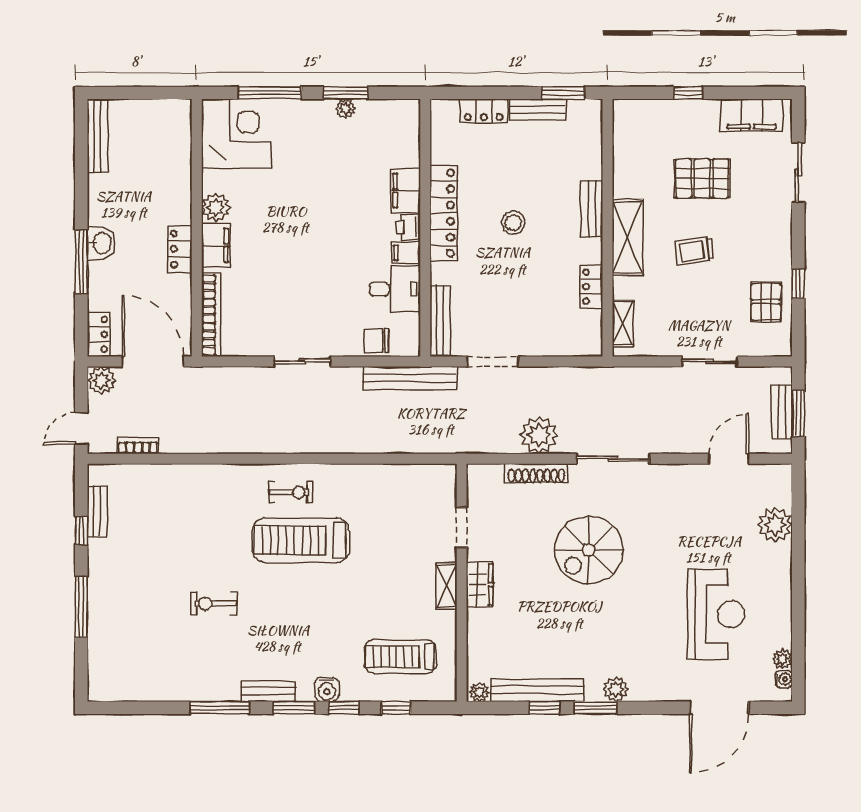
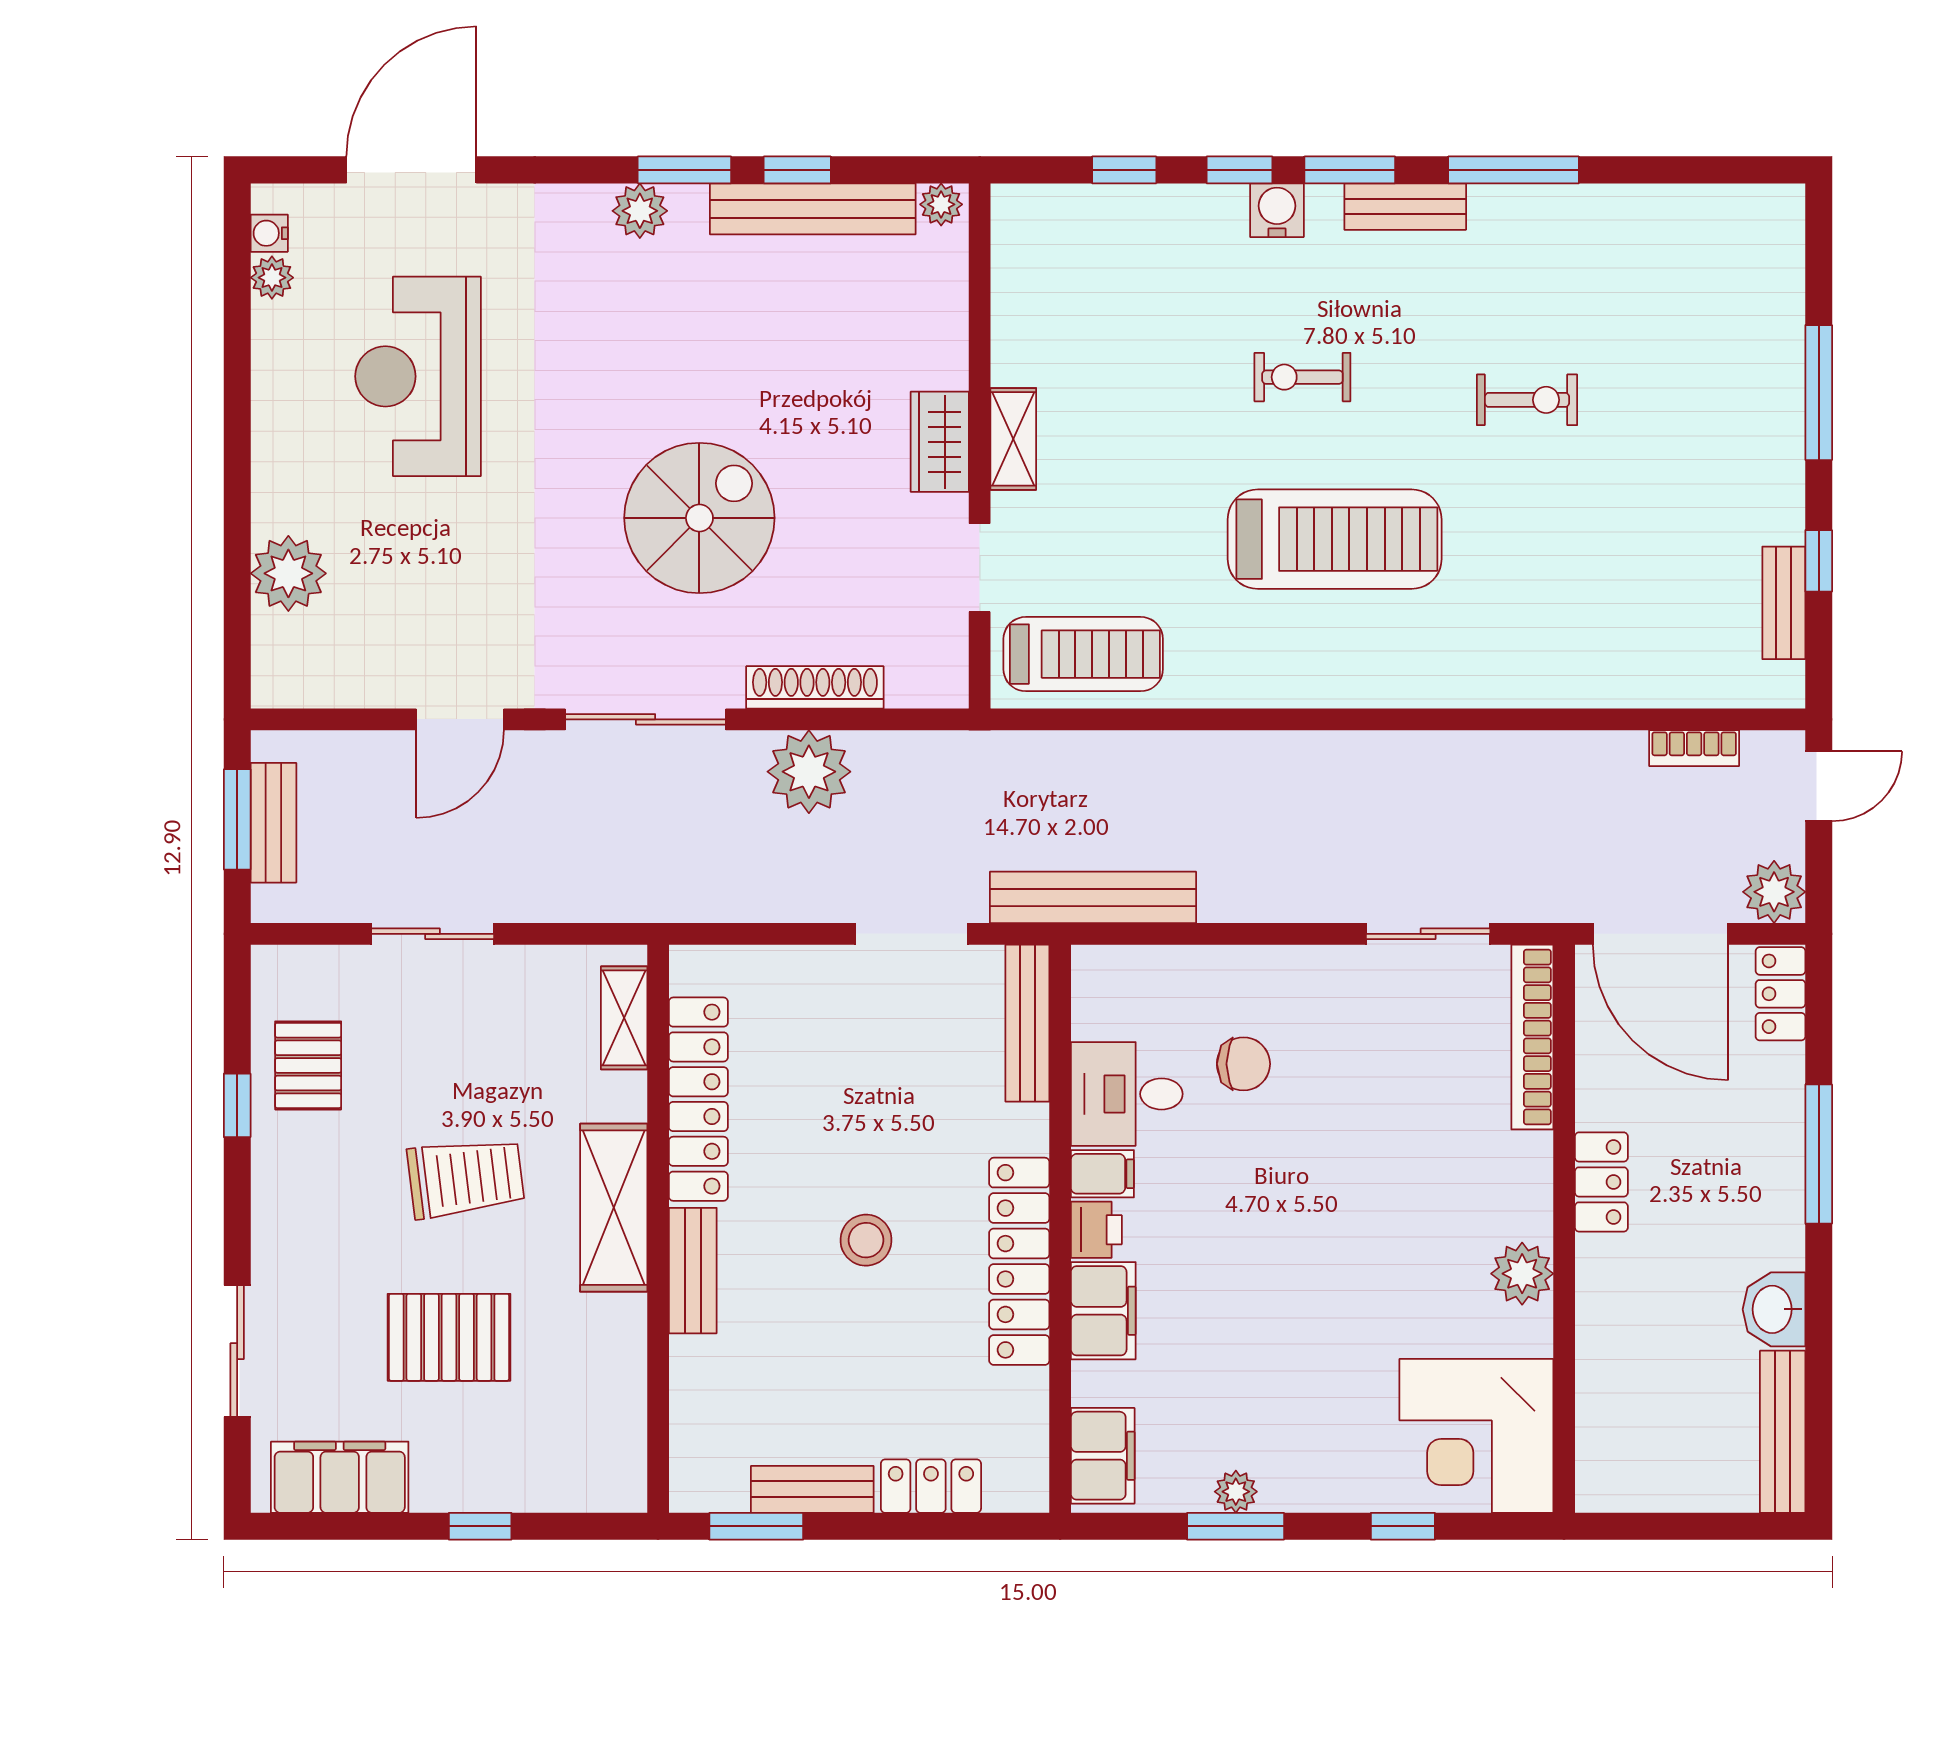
window: (270, 93) -> (1403, 1526), width x0.46
washbasin: (102, 243) -> (1774, 1309), moved
filing cabinet: (216, 245) -> (1103, 1456), moved, turned 180
trolley: (695, 251) -> (466, 1178), width x1.36, depth x1.39
locker: (591, 287) -> (698, 1099), width x2.16, depth x1.21
chair: (376, 341) -> (1243, 1064), moved
sliding door: (302, 361) -> (1428, 934), moved
door: (728, 459) -> (460, 719), moved
exercise bike: (291, 492) -> (1302, 377), moved
treadmill: (400, 657) -> (1083, 654), moved

